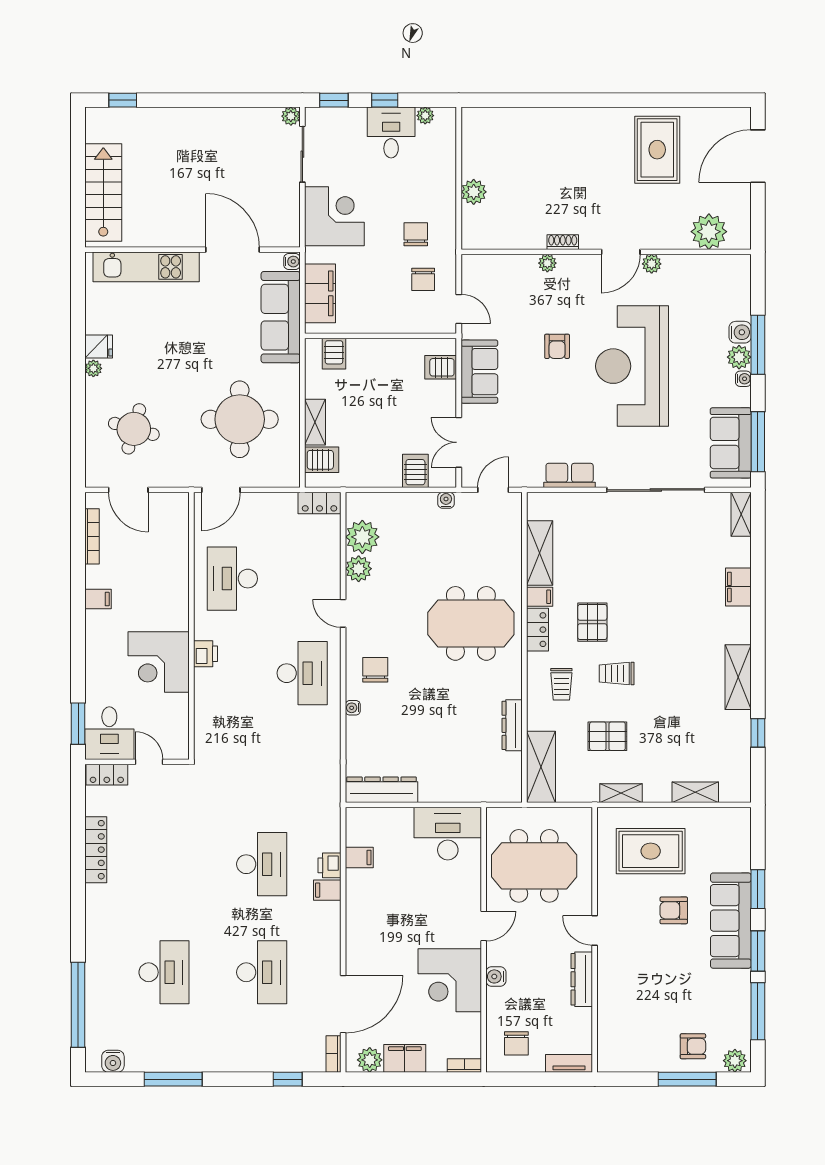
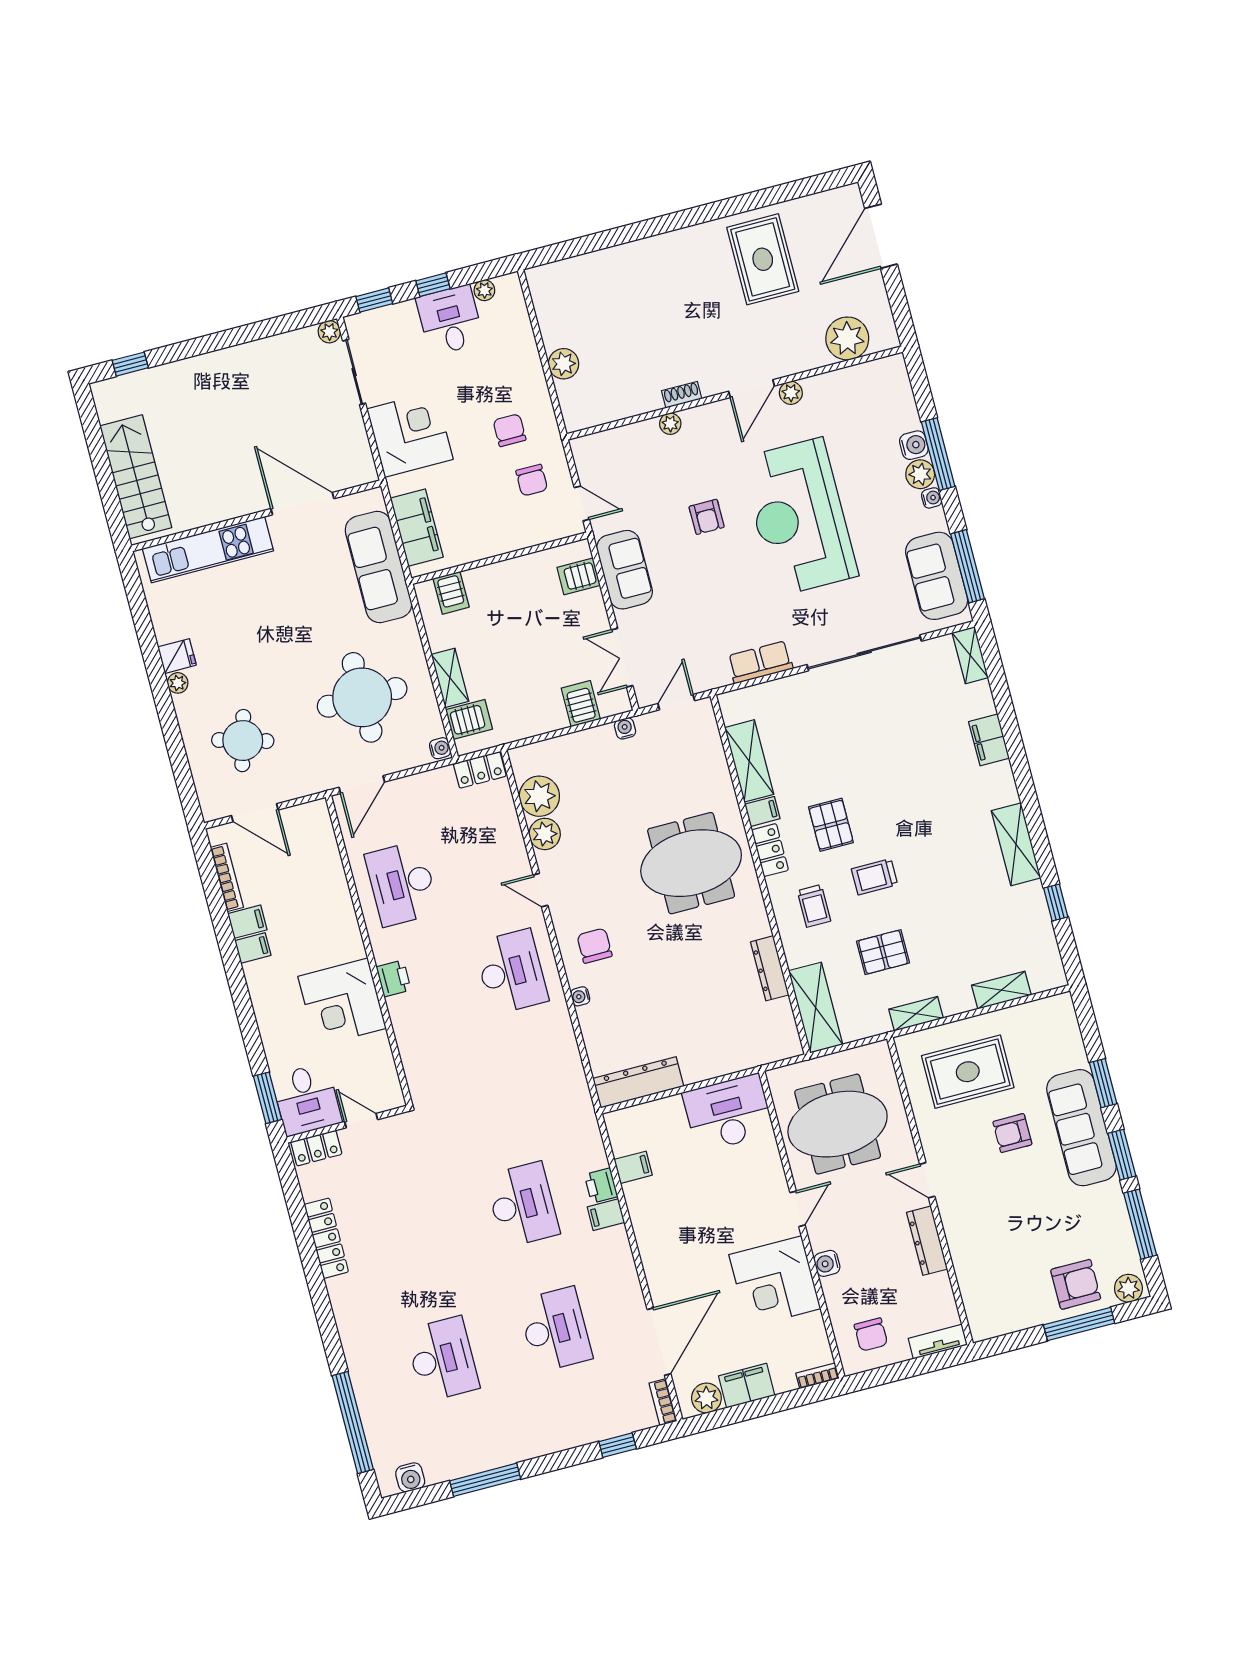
water cooler: (292, 262) -> (440, 748), moved
filing cabinet: (99, 577) -> (247, 922), added
armchair: (693, 1046) -> (1076, 1284), width x1.38, depth x1.38

